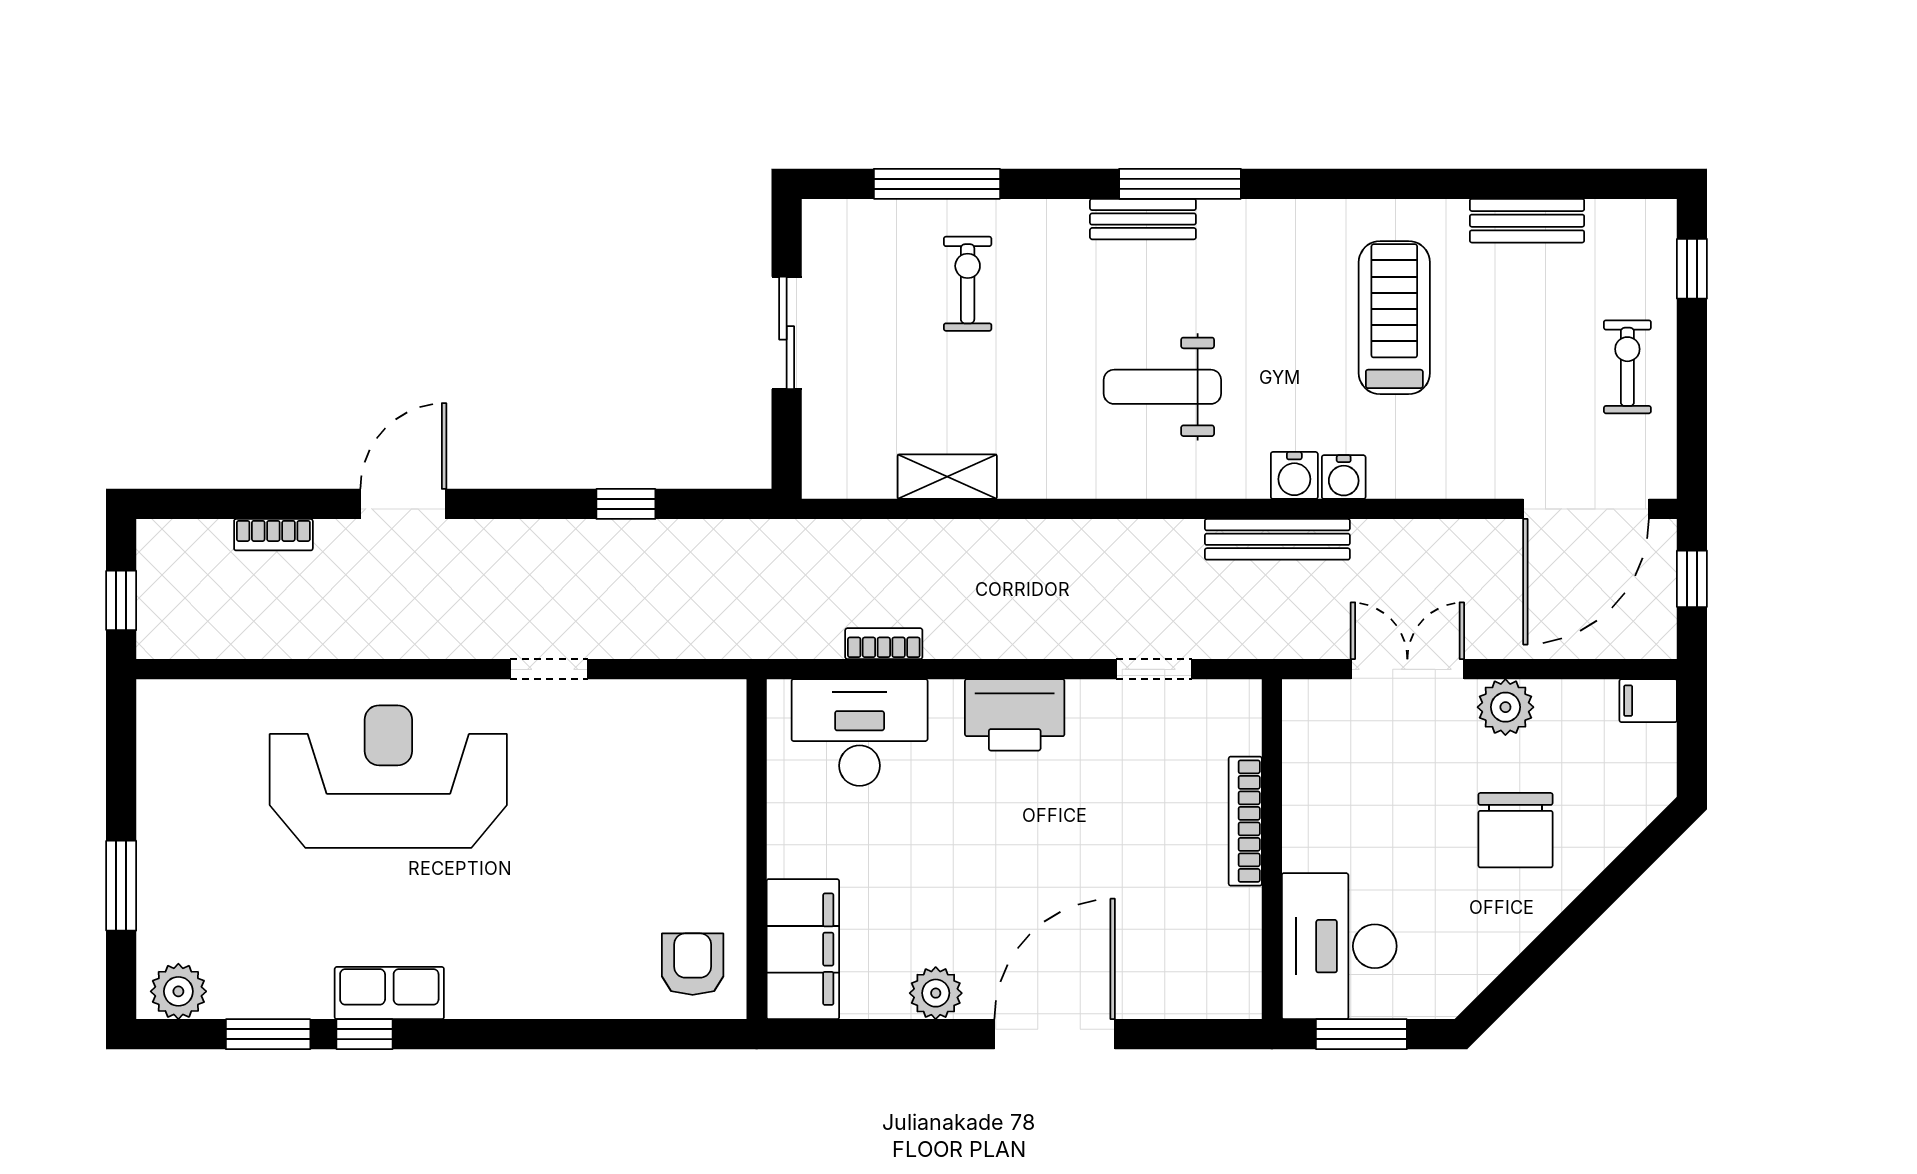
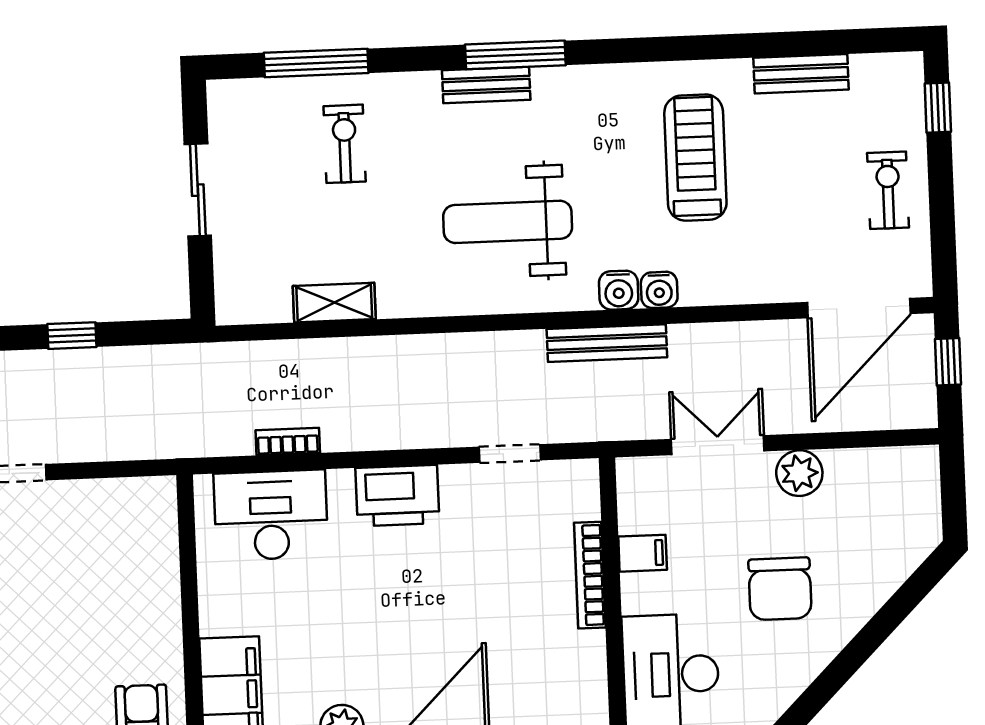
weight bench: (1162, 387) -> (508, 222), width x1.36, depth x1.33
filing cabinet: (1648, 701) -> (643, 553), moved, turned 180
chair: (1516, 830) -> (780, 589), moved

